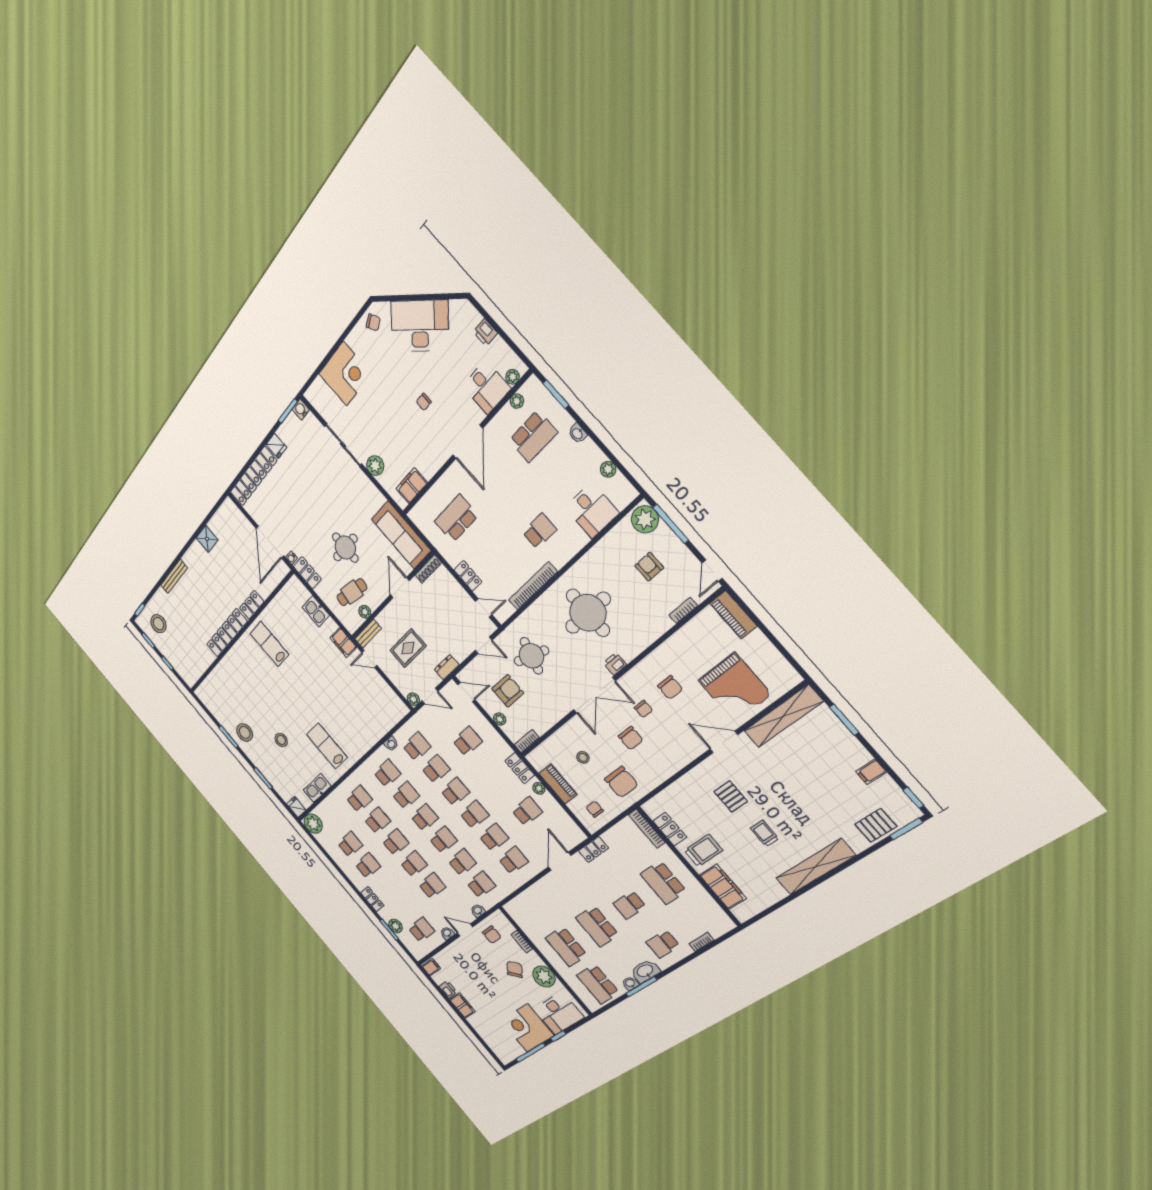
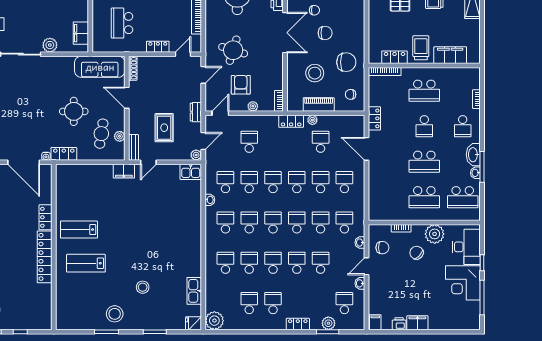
kitchen sink: (316, 611) -> (191, 172), moved
lab bench: (327, 746) -> (86, 263), moved
stool: (583, 757) -> (315, 73), width x1.89, depth x1.89

